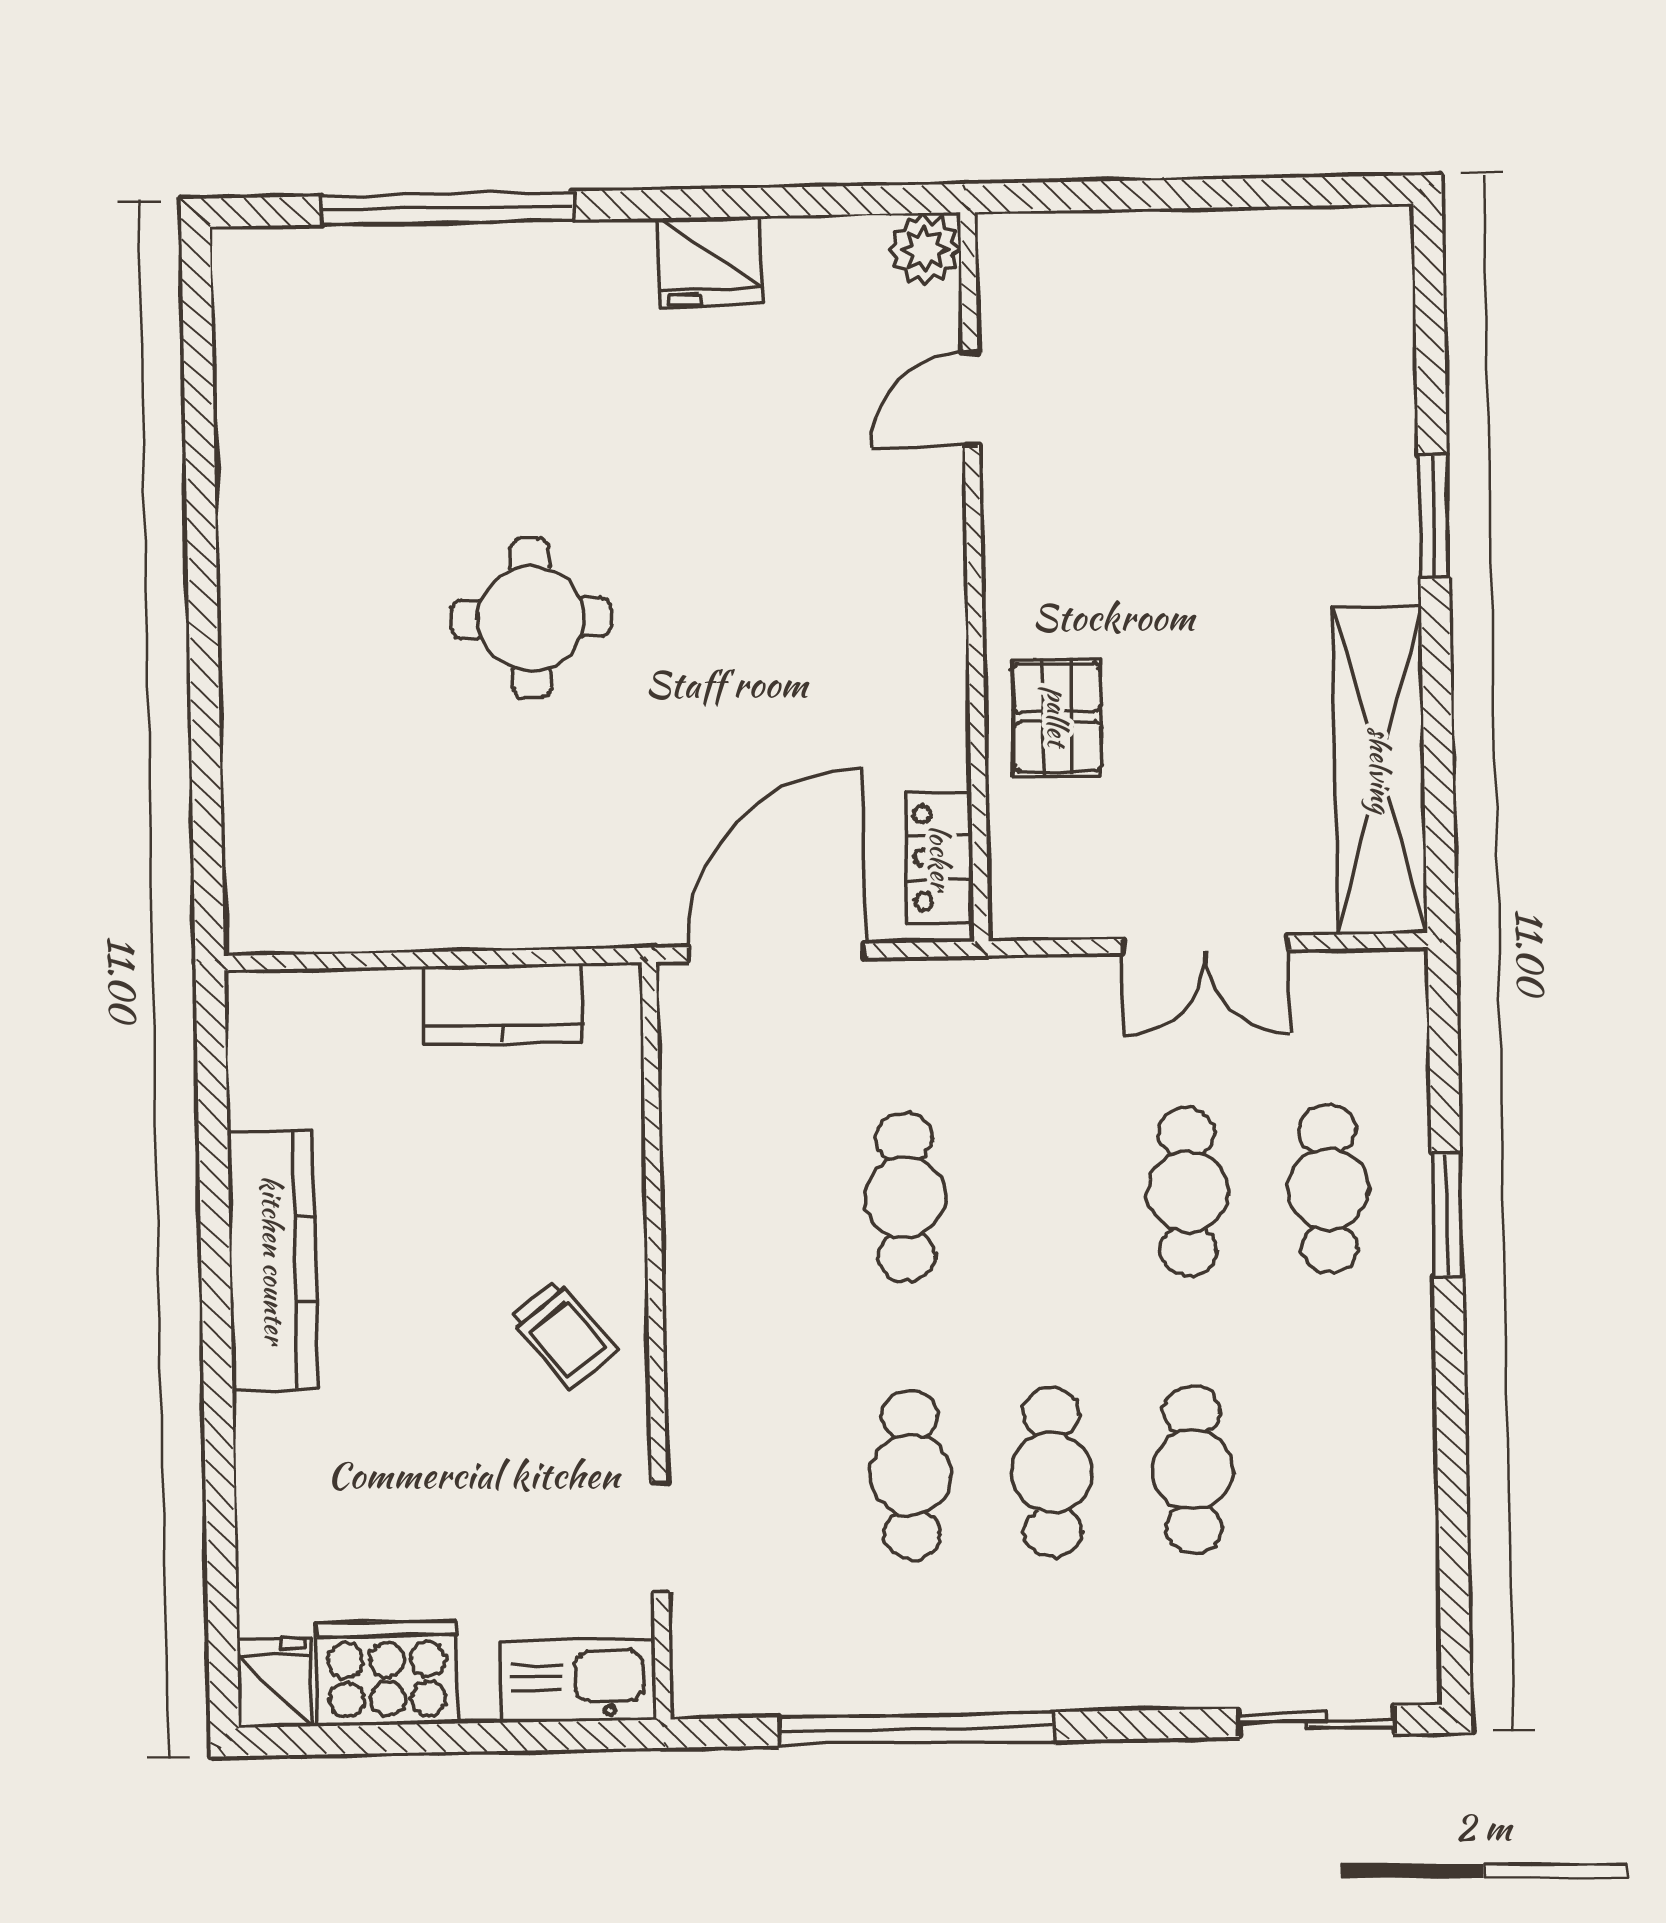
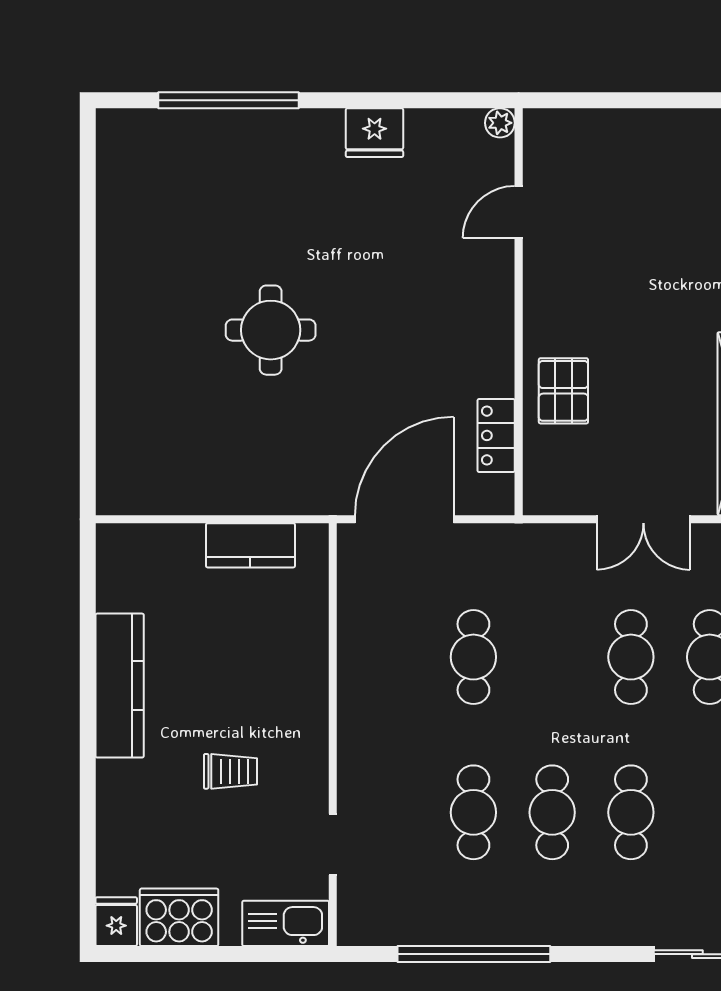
plant: (925, 249) -> (500, 123), width x0.73, depth x0.73
locker: (940, 858) -> (496, 435), moved
trolley: (563, 1334) -> (230, 771), moved, turned -51

